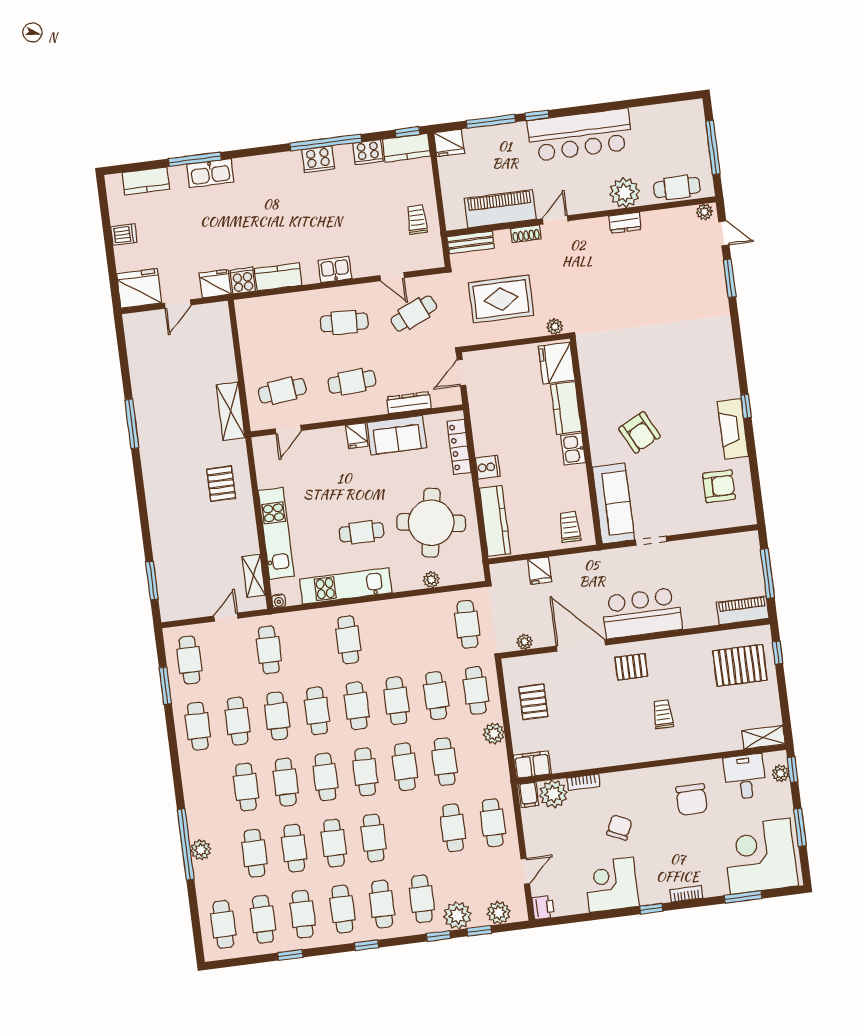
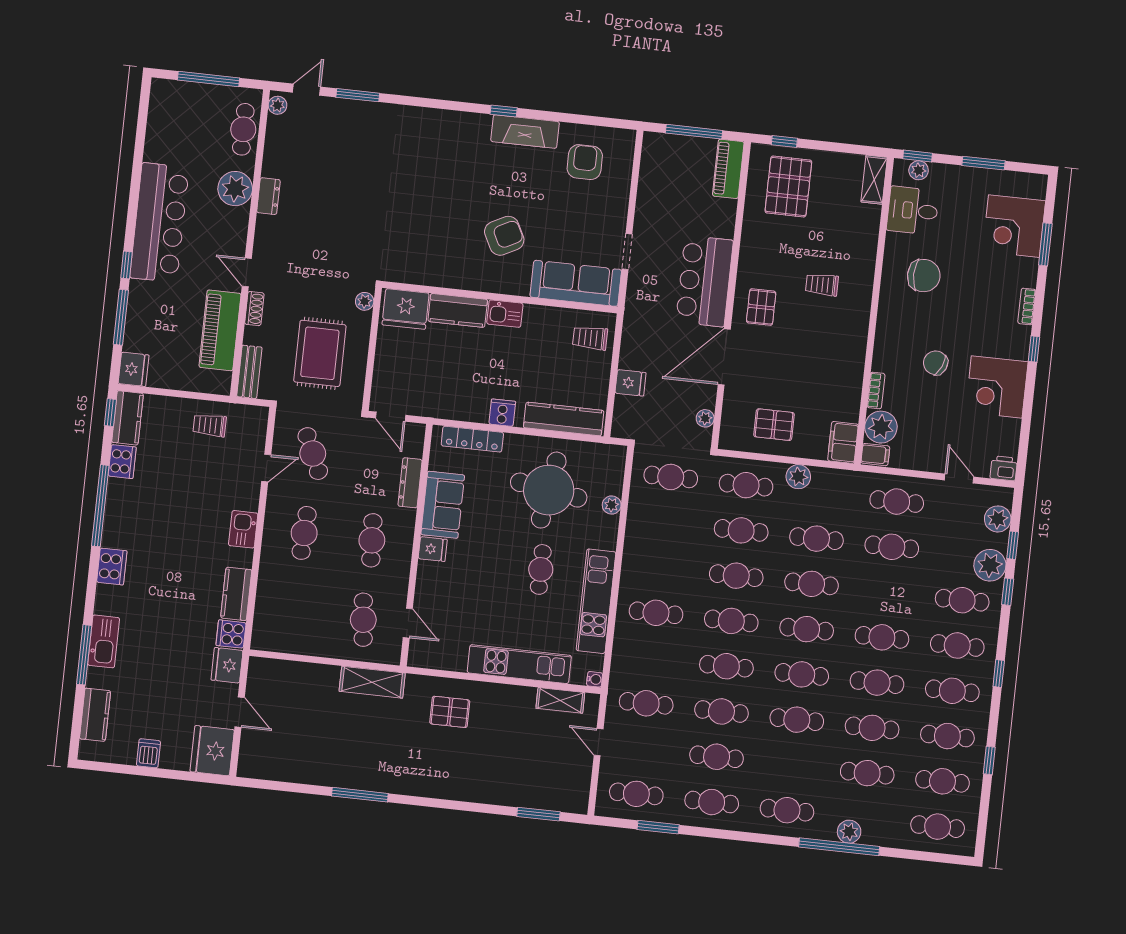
cooker: (318, 159) -> (112, 566), moved
cafe table: (246, 787) -> (787, 810), moved
corner desk: (760, 856) -> (1014, 226), width x0.74, depth x0.74

